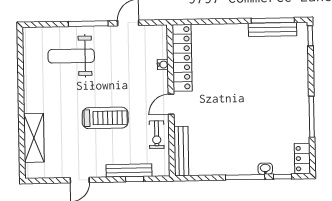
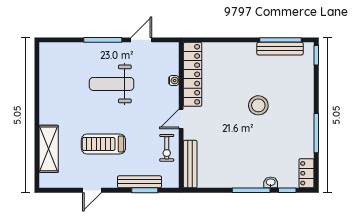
weight bench: (71, 56) -> (112, 84), moved
stool: (251, 89) -> (258, 105), added
treadmill: (105, 118) -> (103, 144), moved, turned 180
window: (135, 179) -> (145, 190), width x1.50

